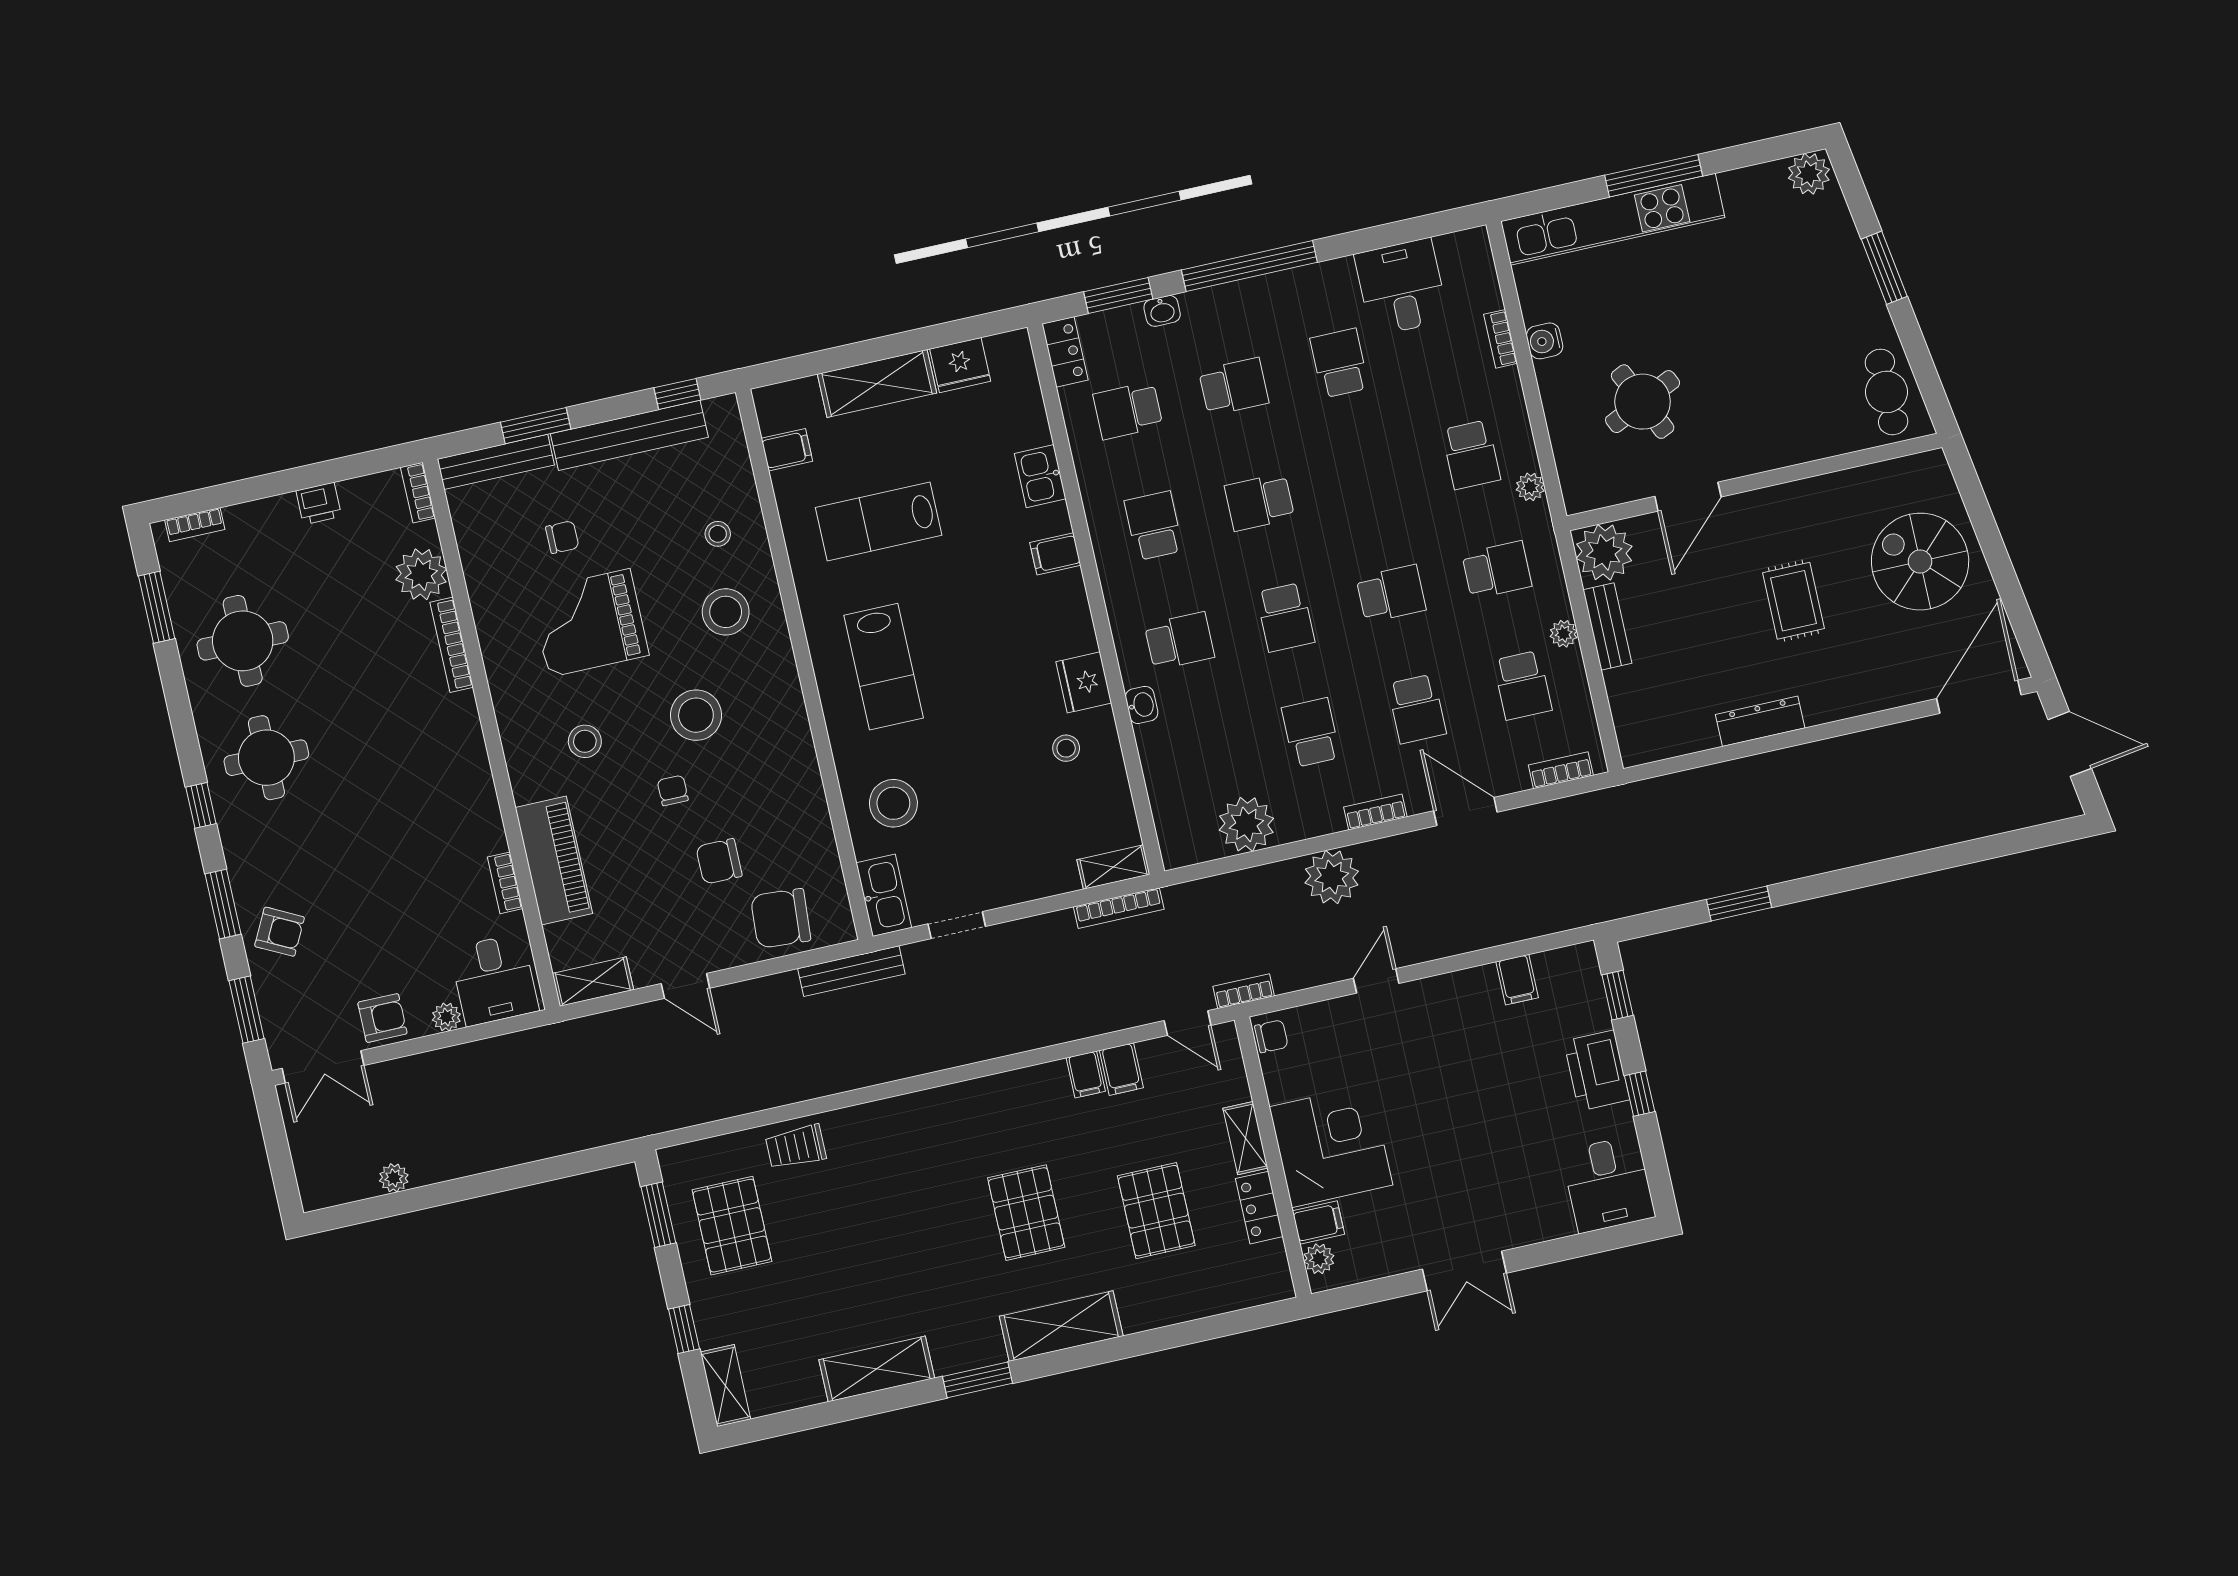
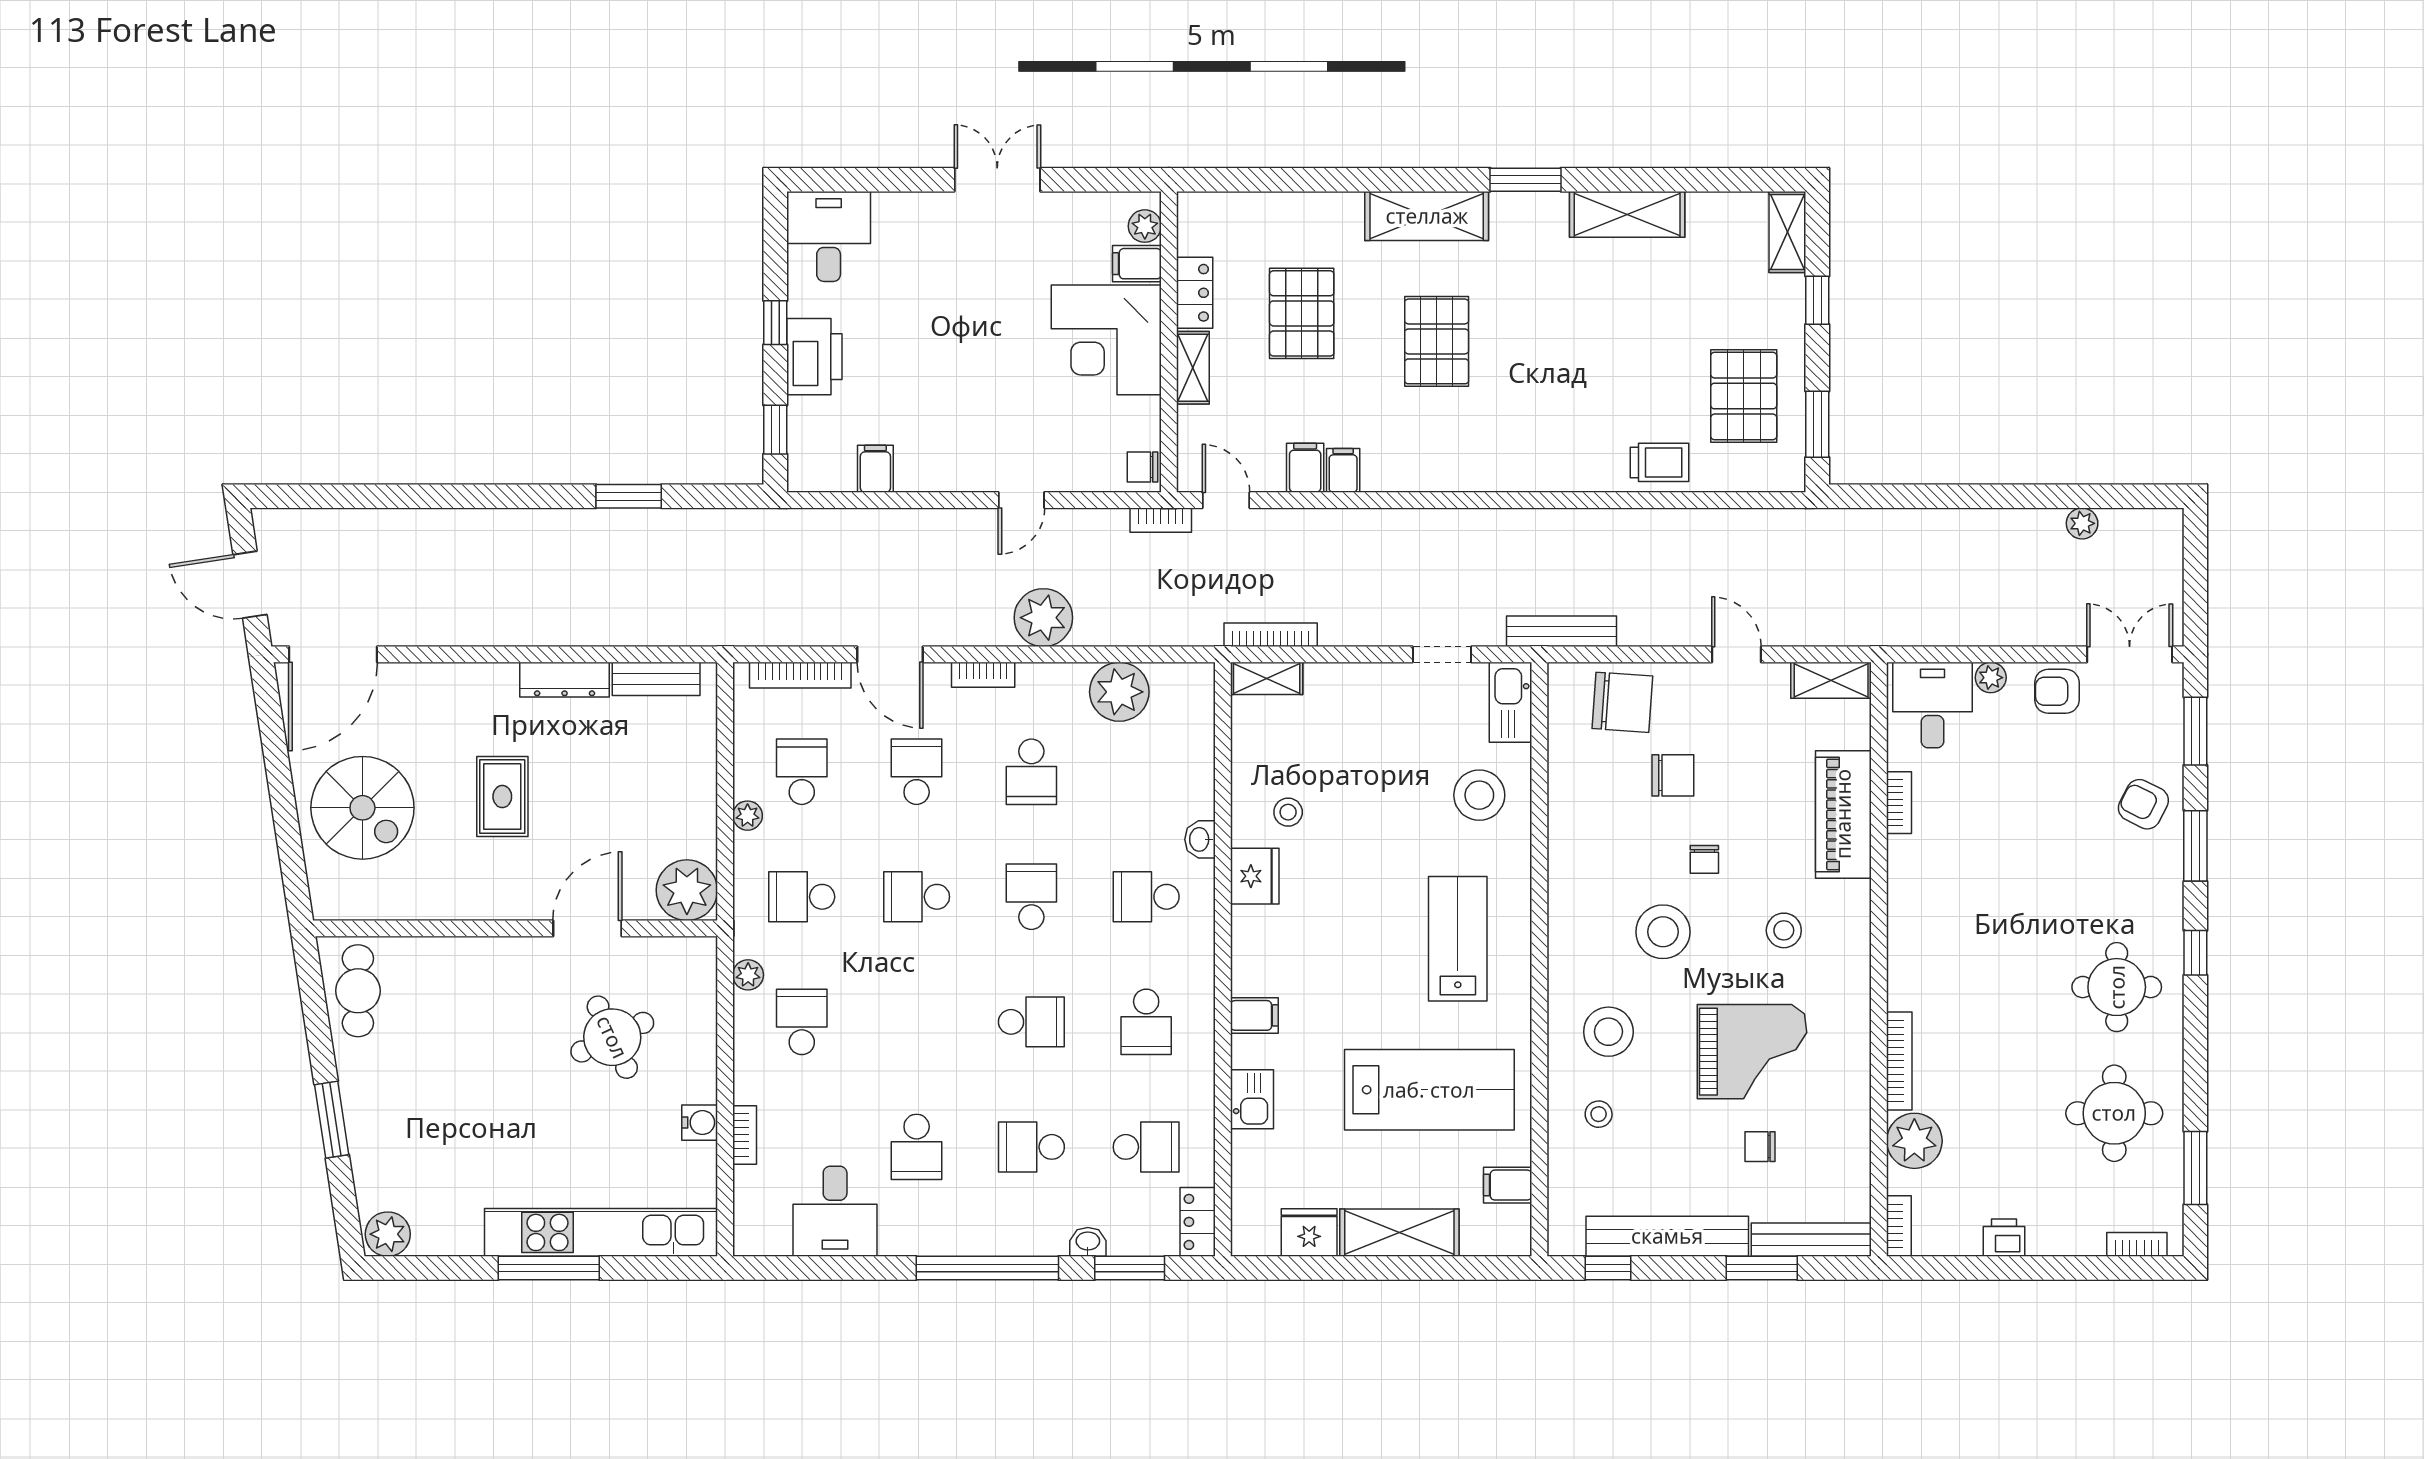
lab bench: (879, 521) -> (1429, 1090), width x1.36, depth x1.39
bench: (1607, 627) -> (656, 679), moved, turned 90
bookcase: (1561, 770) -> (800, 675), width x1.56

